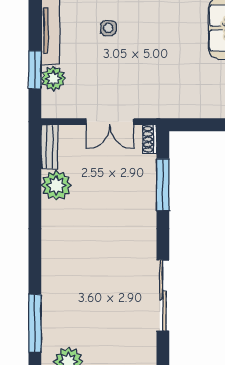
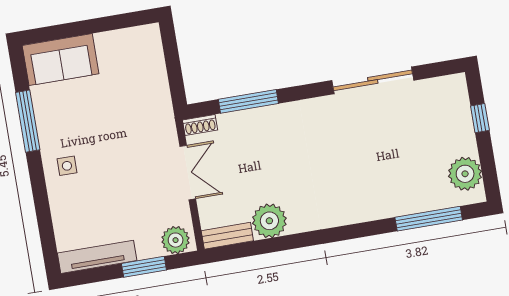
side table: (108, 28) -> (67, 166), moved
plant: (53, 78) -> (176, 240), moved

